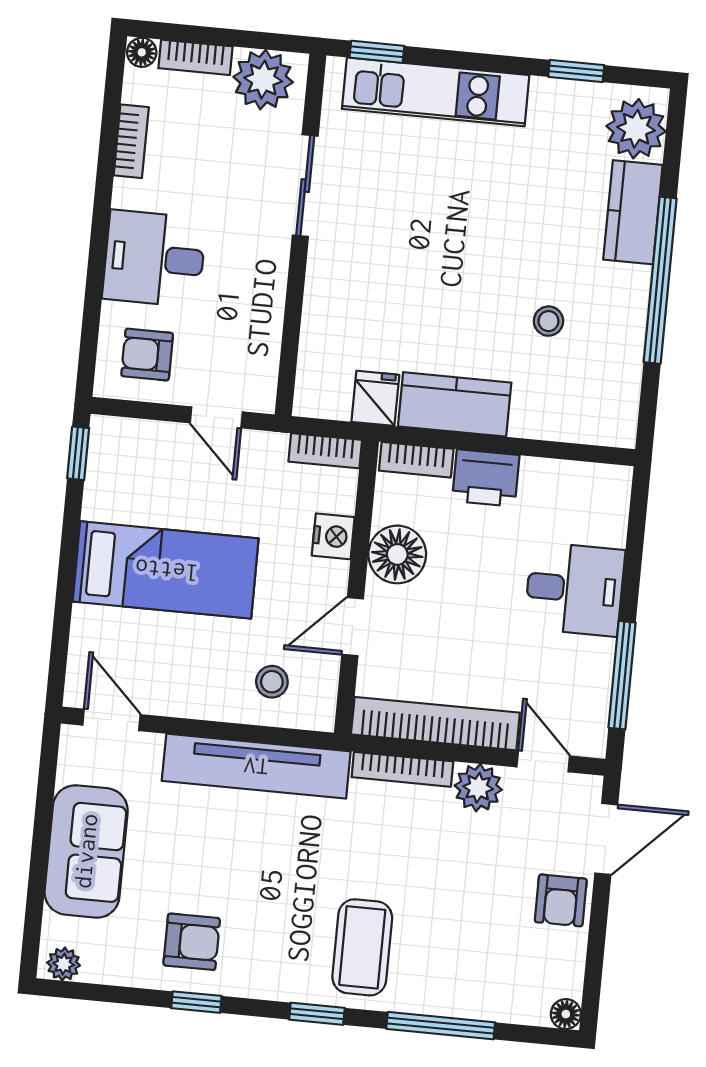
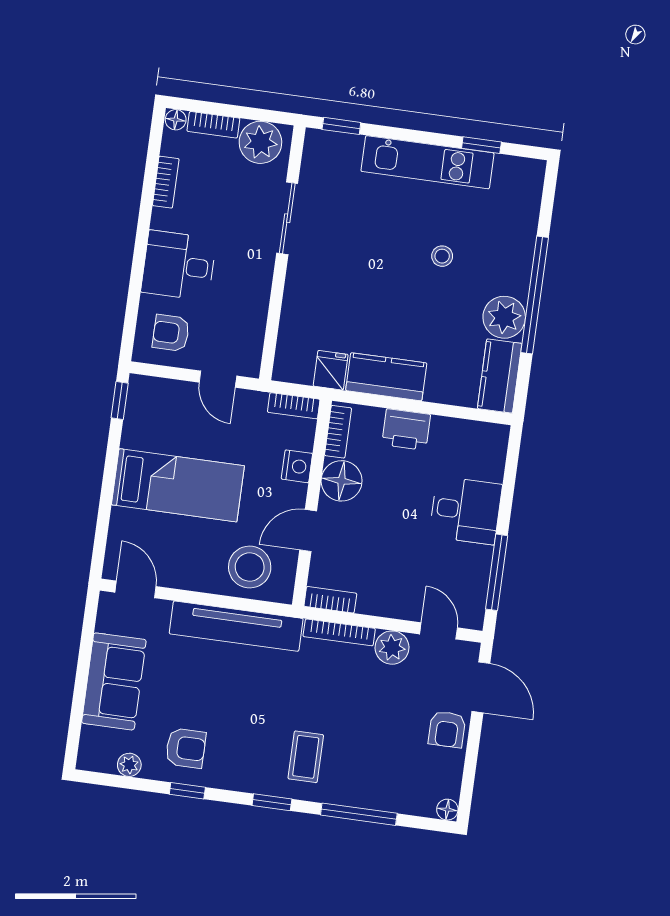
kitchen unit: (436, 92) -> (427, 162), moved
plant: (636, 129) -> (504, 317), moved
kitchen counter: (633, 212) -> (500, 376), moved
stool: (548, 321) -> (442, 256), moved
bookcase: (416, 460) -> (338, 432), moved, turned -90
stool: (272, 682) -> (250, 567), width x1.89, depth x1.89
bookcase: (435, 724) -> (330, 600), width x0.43, depth x0.76
door: (606, 839) -> (481, 687), hinge flipped
coffee table: (362, 947) -> (306, 757), width x0.73, depth x0.77
plant: (64, 964) -> (129, 765), moved

